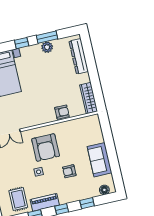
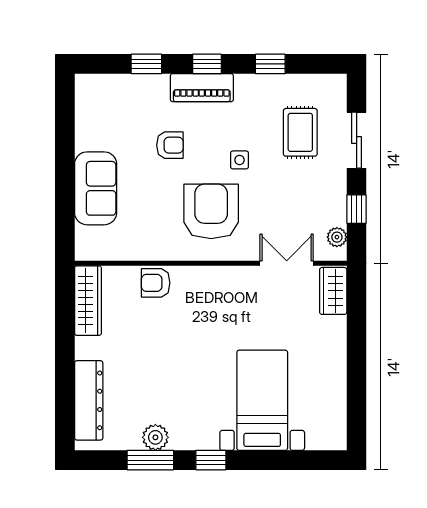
sofa: (99, 160) -> (96, 188), moved
floor lamp: (104, 190) -> (100, 85), removed
rug: (18, 199) -> (300, 132), moved
piano: (45, 202) -> (202, 88), moved

